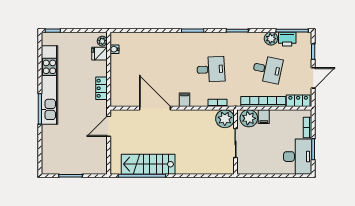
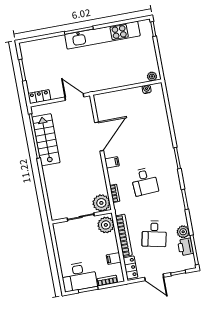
fridge: (100, 54) -> (140, 76), removed
locker: (102, 88) -> (39, 97), moved
filing cabinet: (264, 117) -> (114, 259), moved

